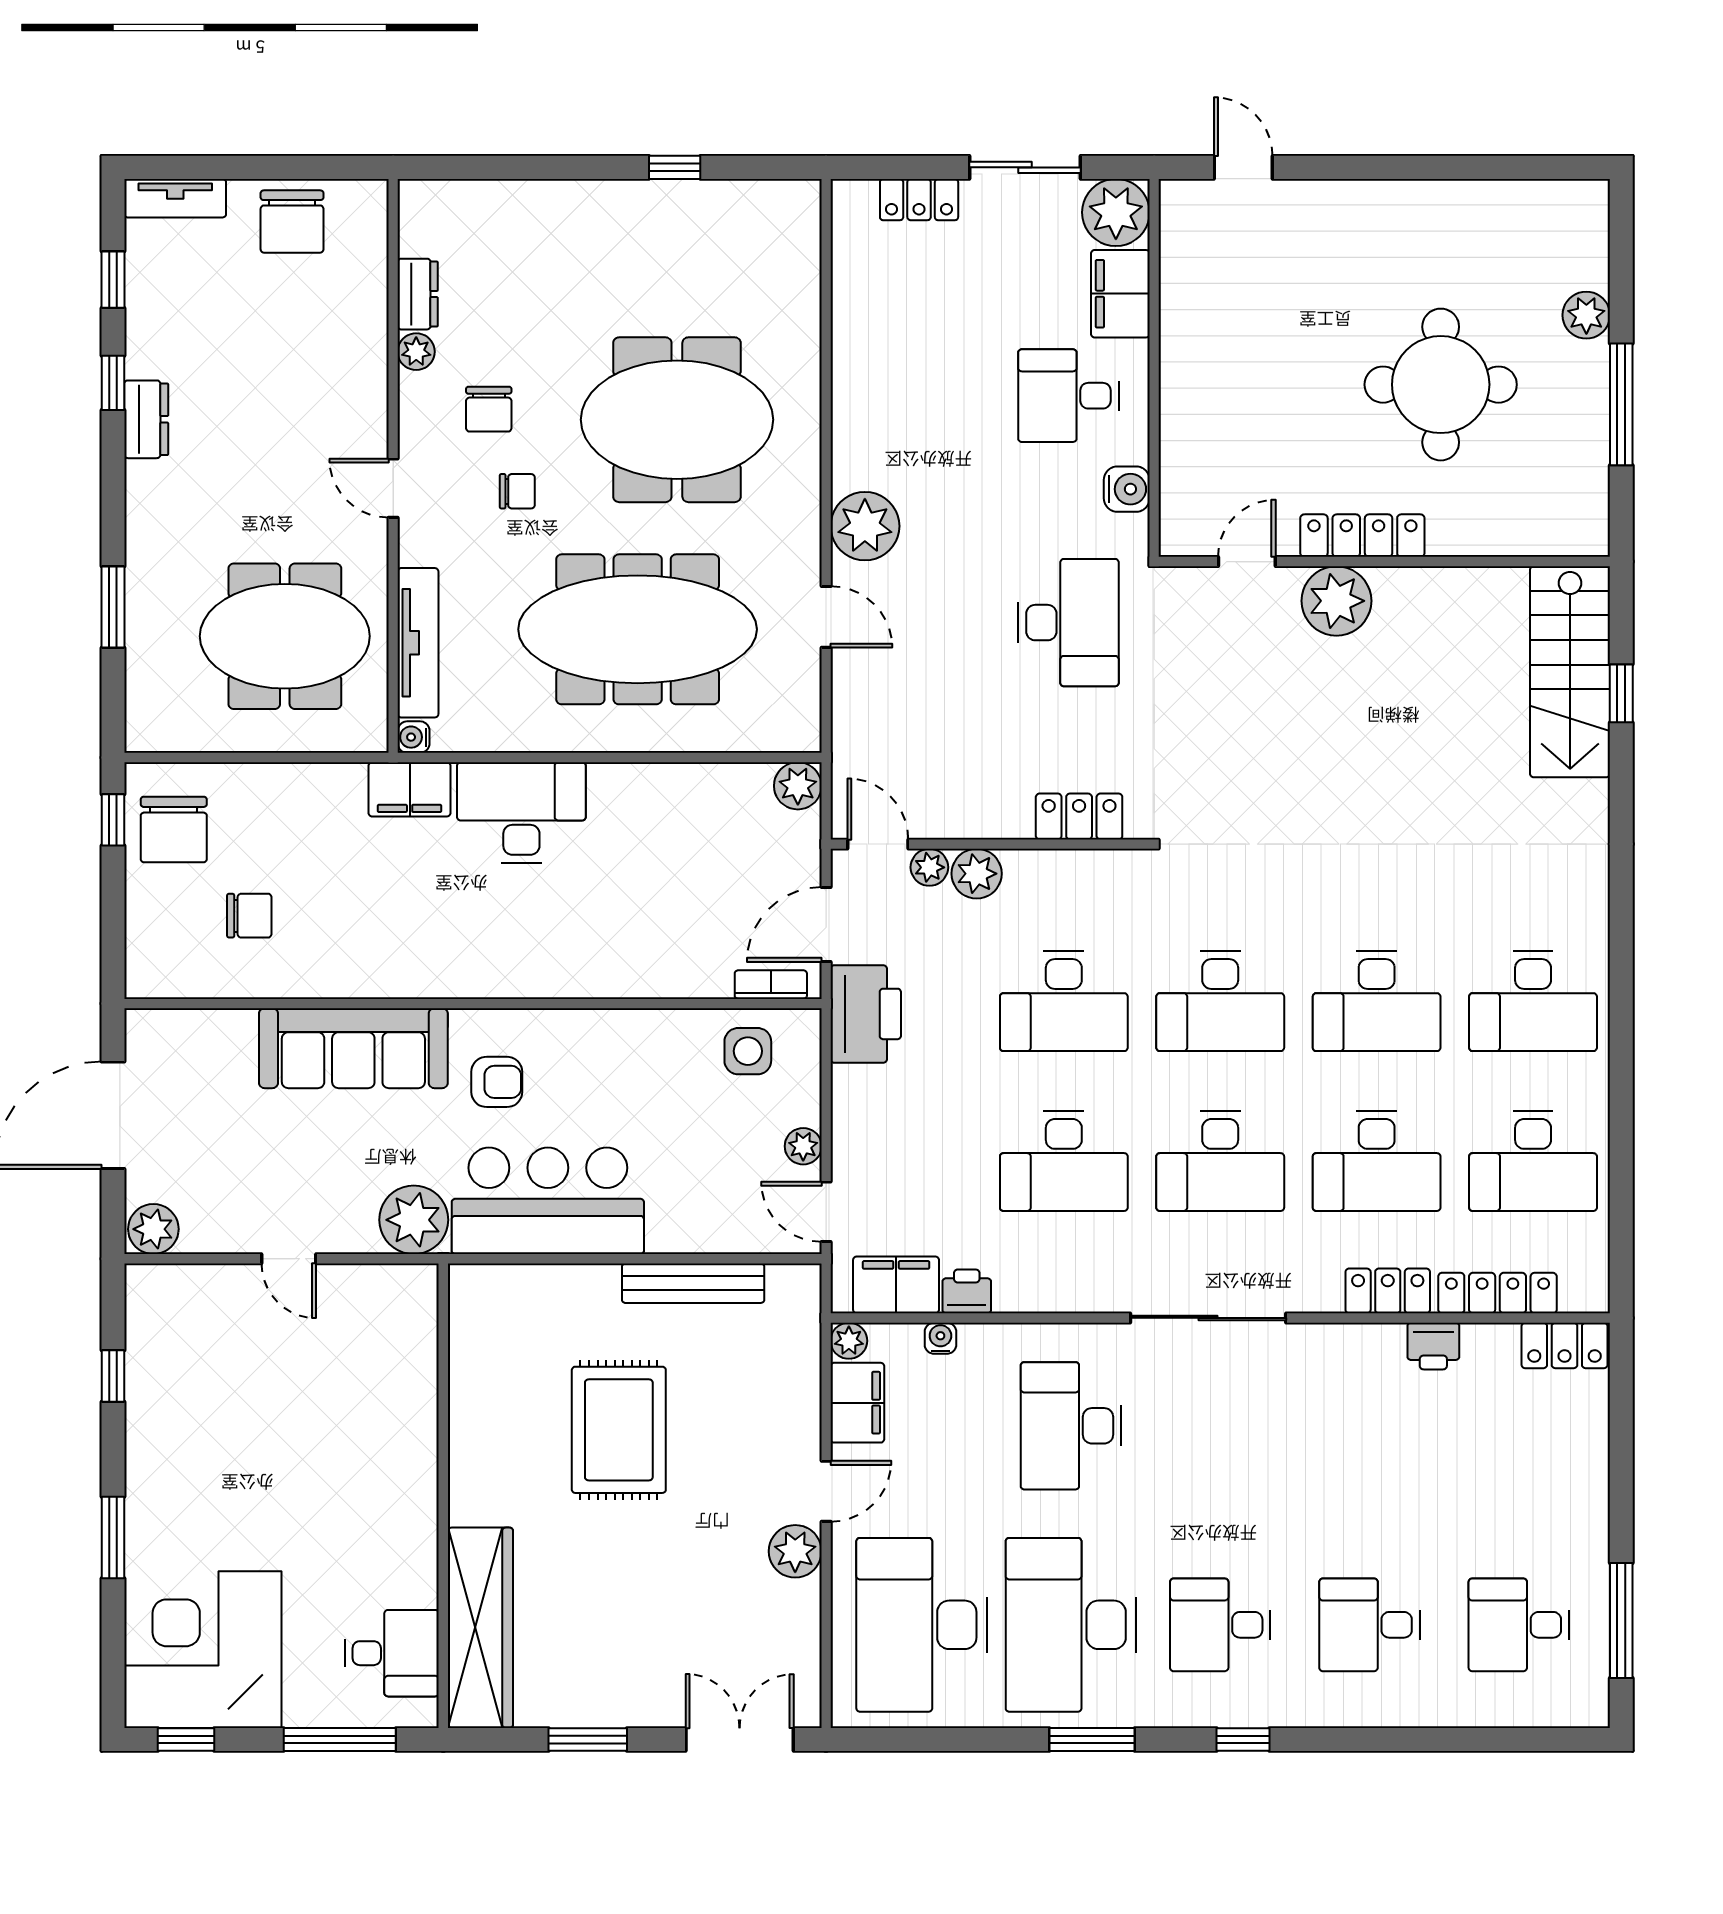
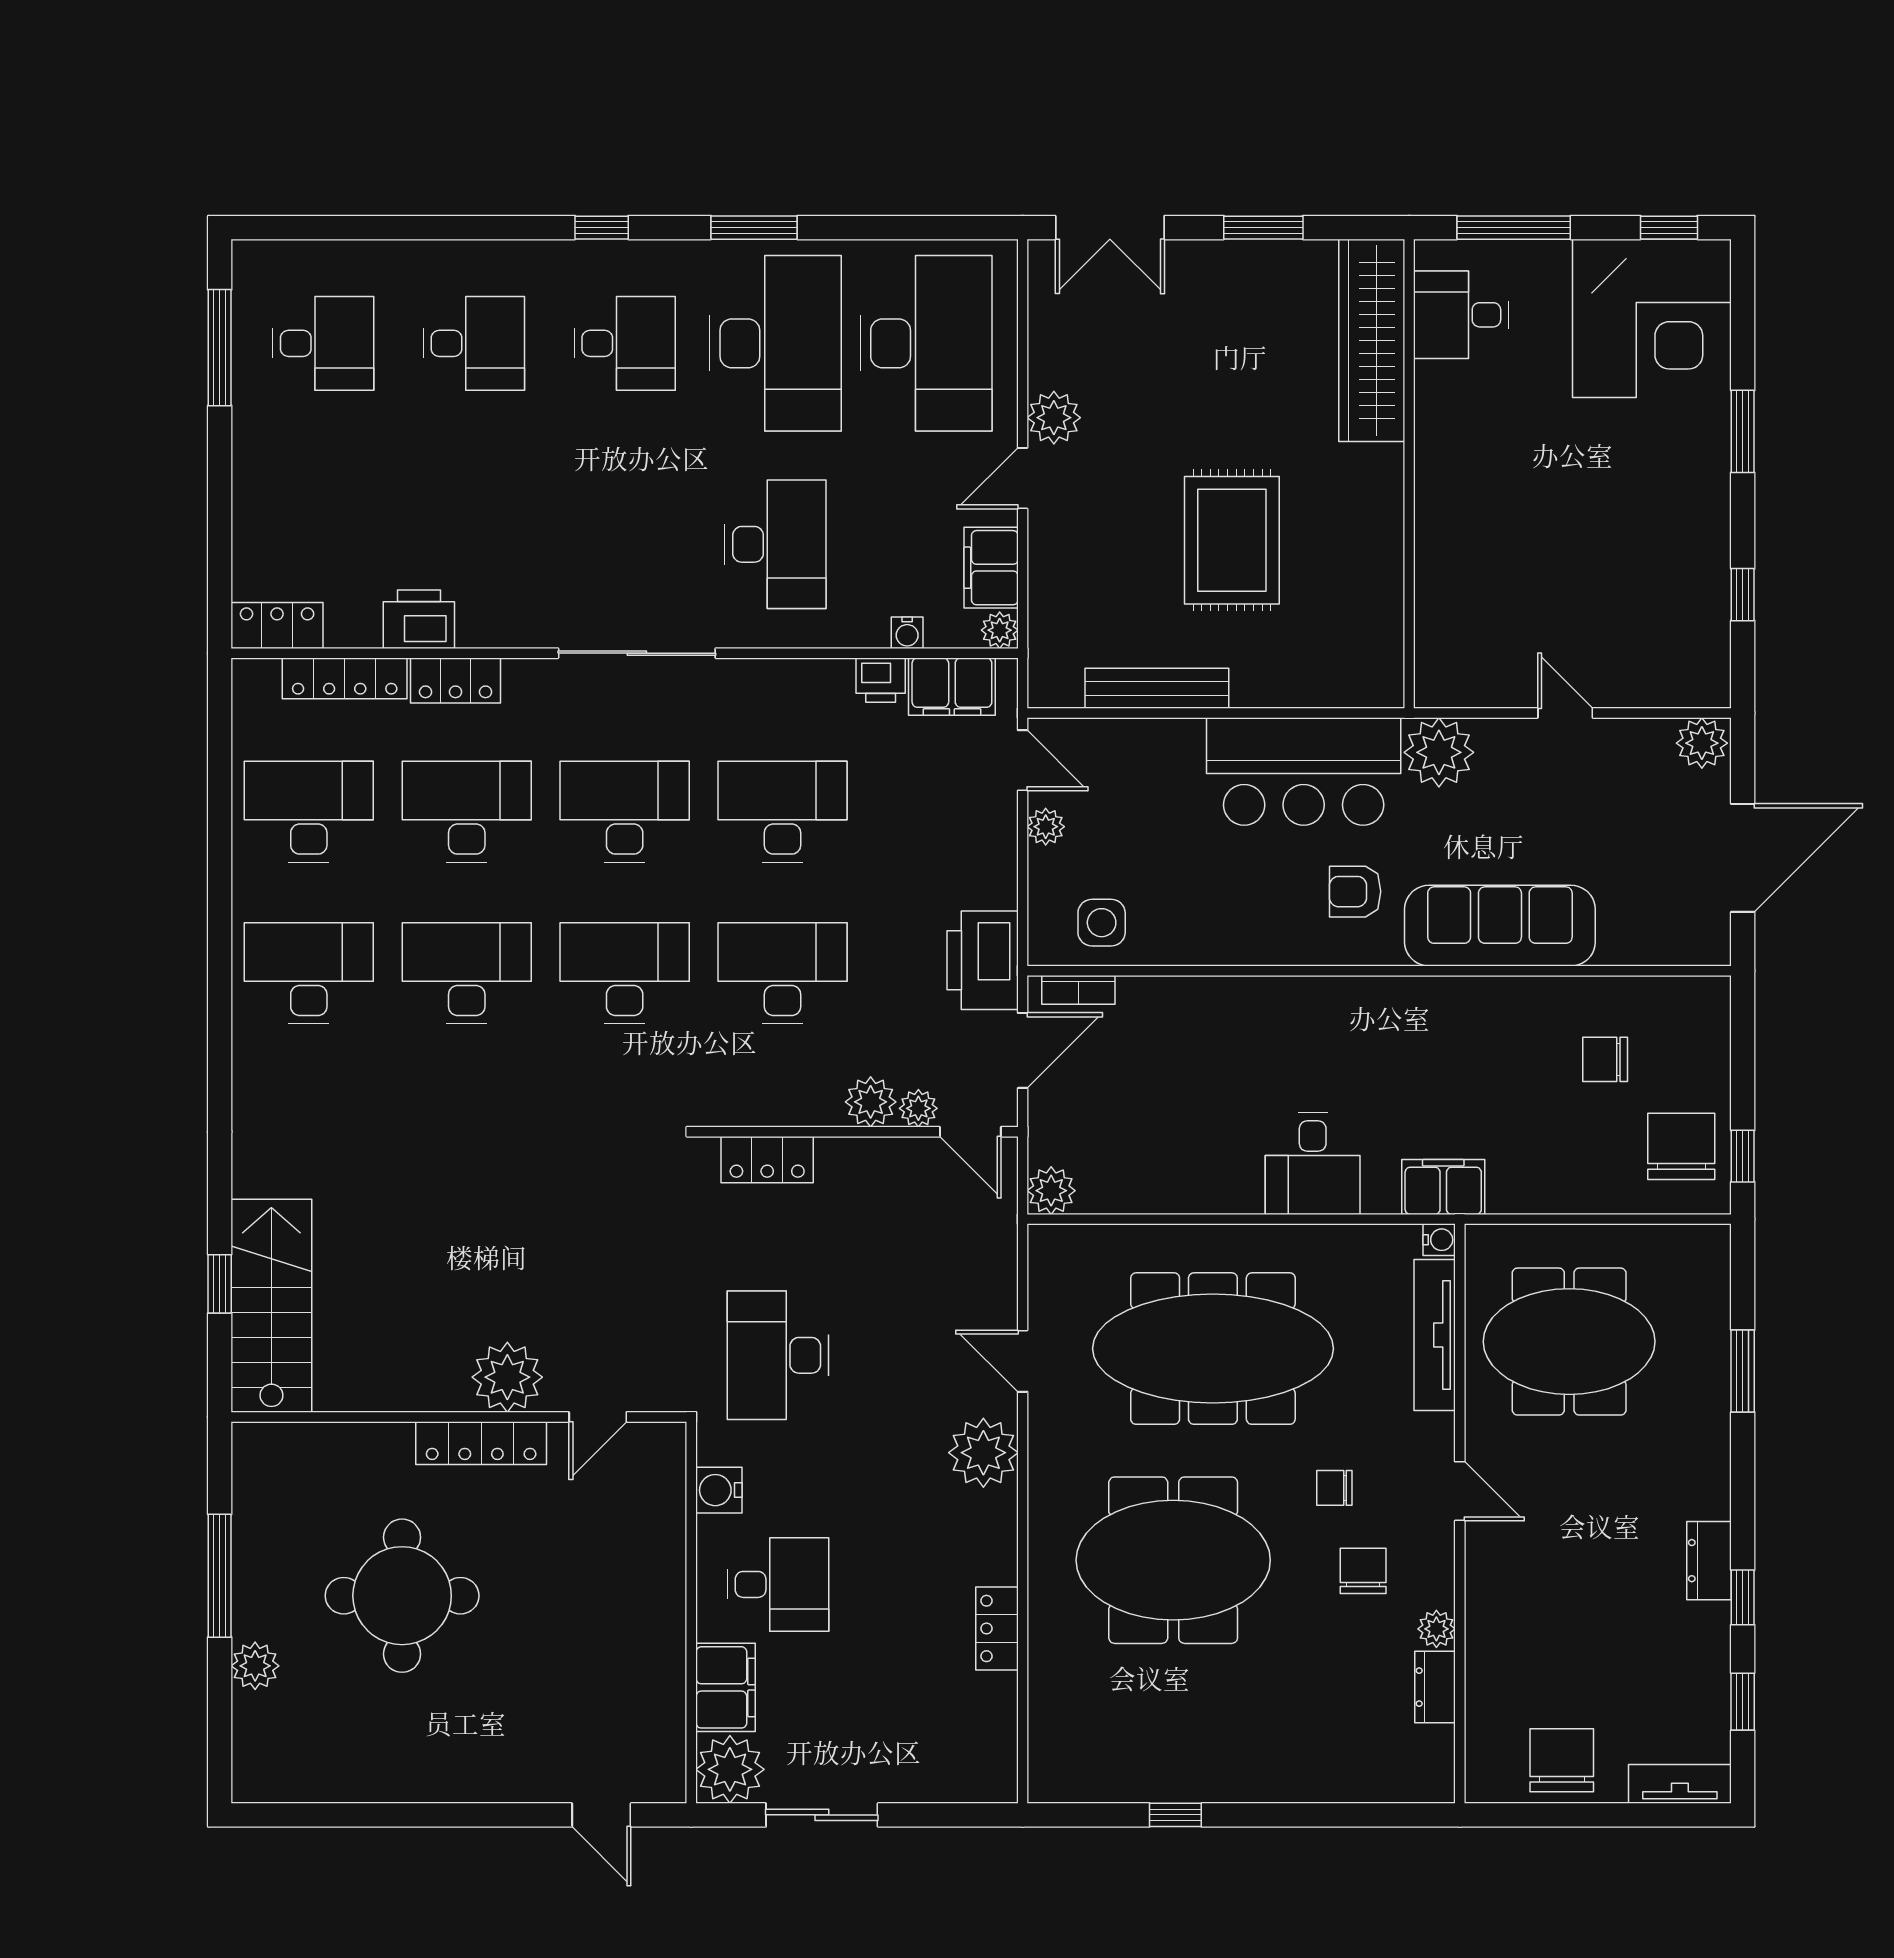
locker: (919, 200) -> (997, 1628), moved, turned -90
desk: (521, 813) -> (1313, 1164), width x0.73
printer: (1433, 1346) -> (419, 619), width x1.36, depth x1.24

